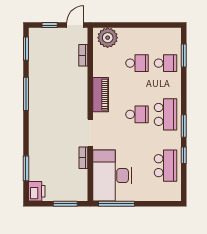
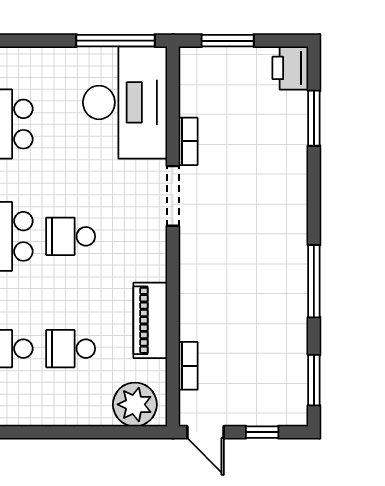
door: (75, 25) -> (206, 432), hinge flipped
piano: (101, 95) -> (150, 320), moved

